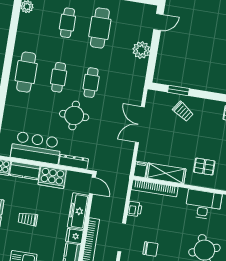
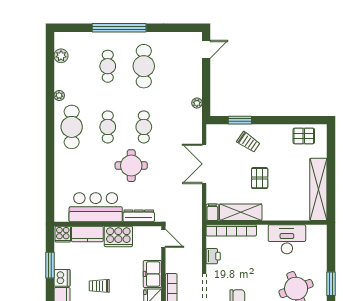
plant: (20, 42) -> (59, 95), added
plant: (141, 50) -> (197, 103), moved, width x0.53, depth x0.53
pallet: (204, 167) -> (260, 178), moved, turned 90
freezer: (78, 211) -> (152, 274), width x0.71

